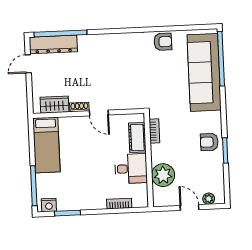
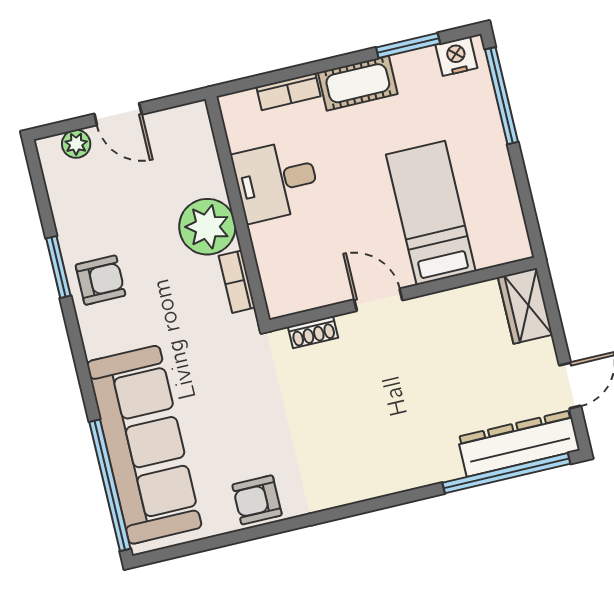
wardrobe: (55, 105) -> (525, 306), moved, turned 90
shoe rack: (79, 107) -> (313, 332), moved
cot: (137, 138) -> (358, 83), moved, turned 90
bed: (46, 145) -> (431, 213), moved
plant: (163, 175) -> (207, 227), moved

